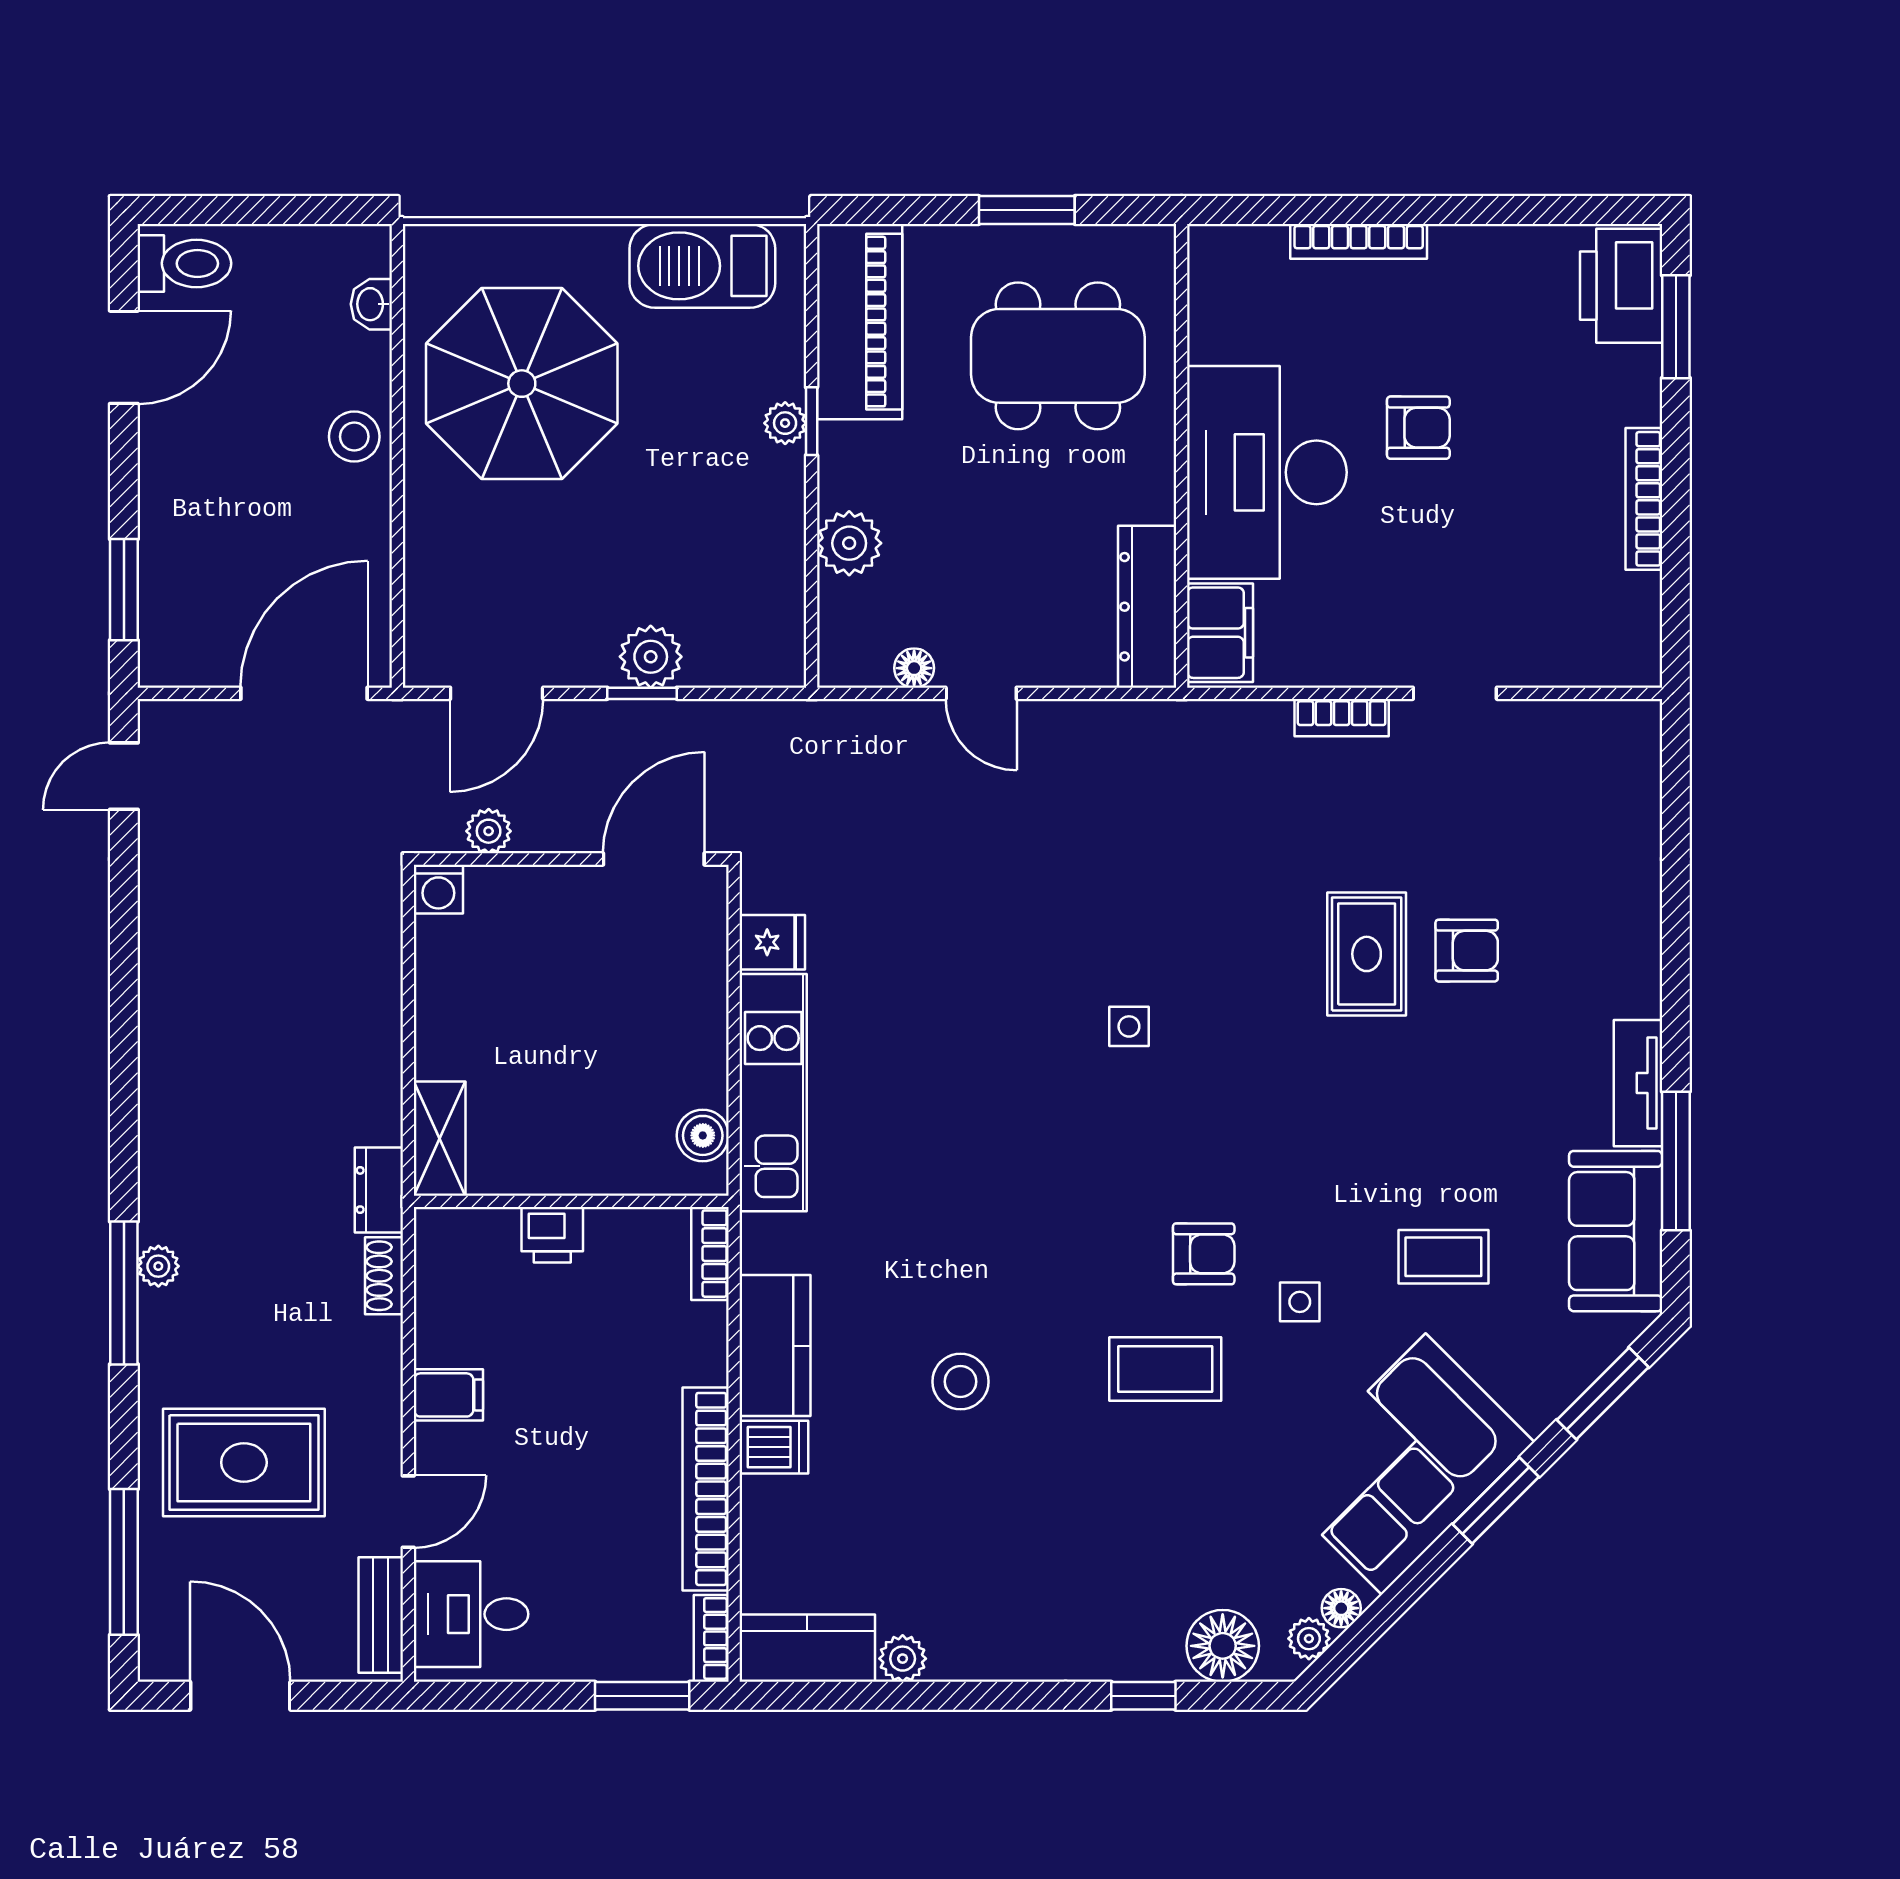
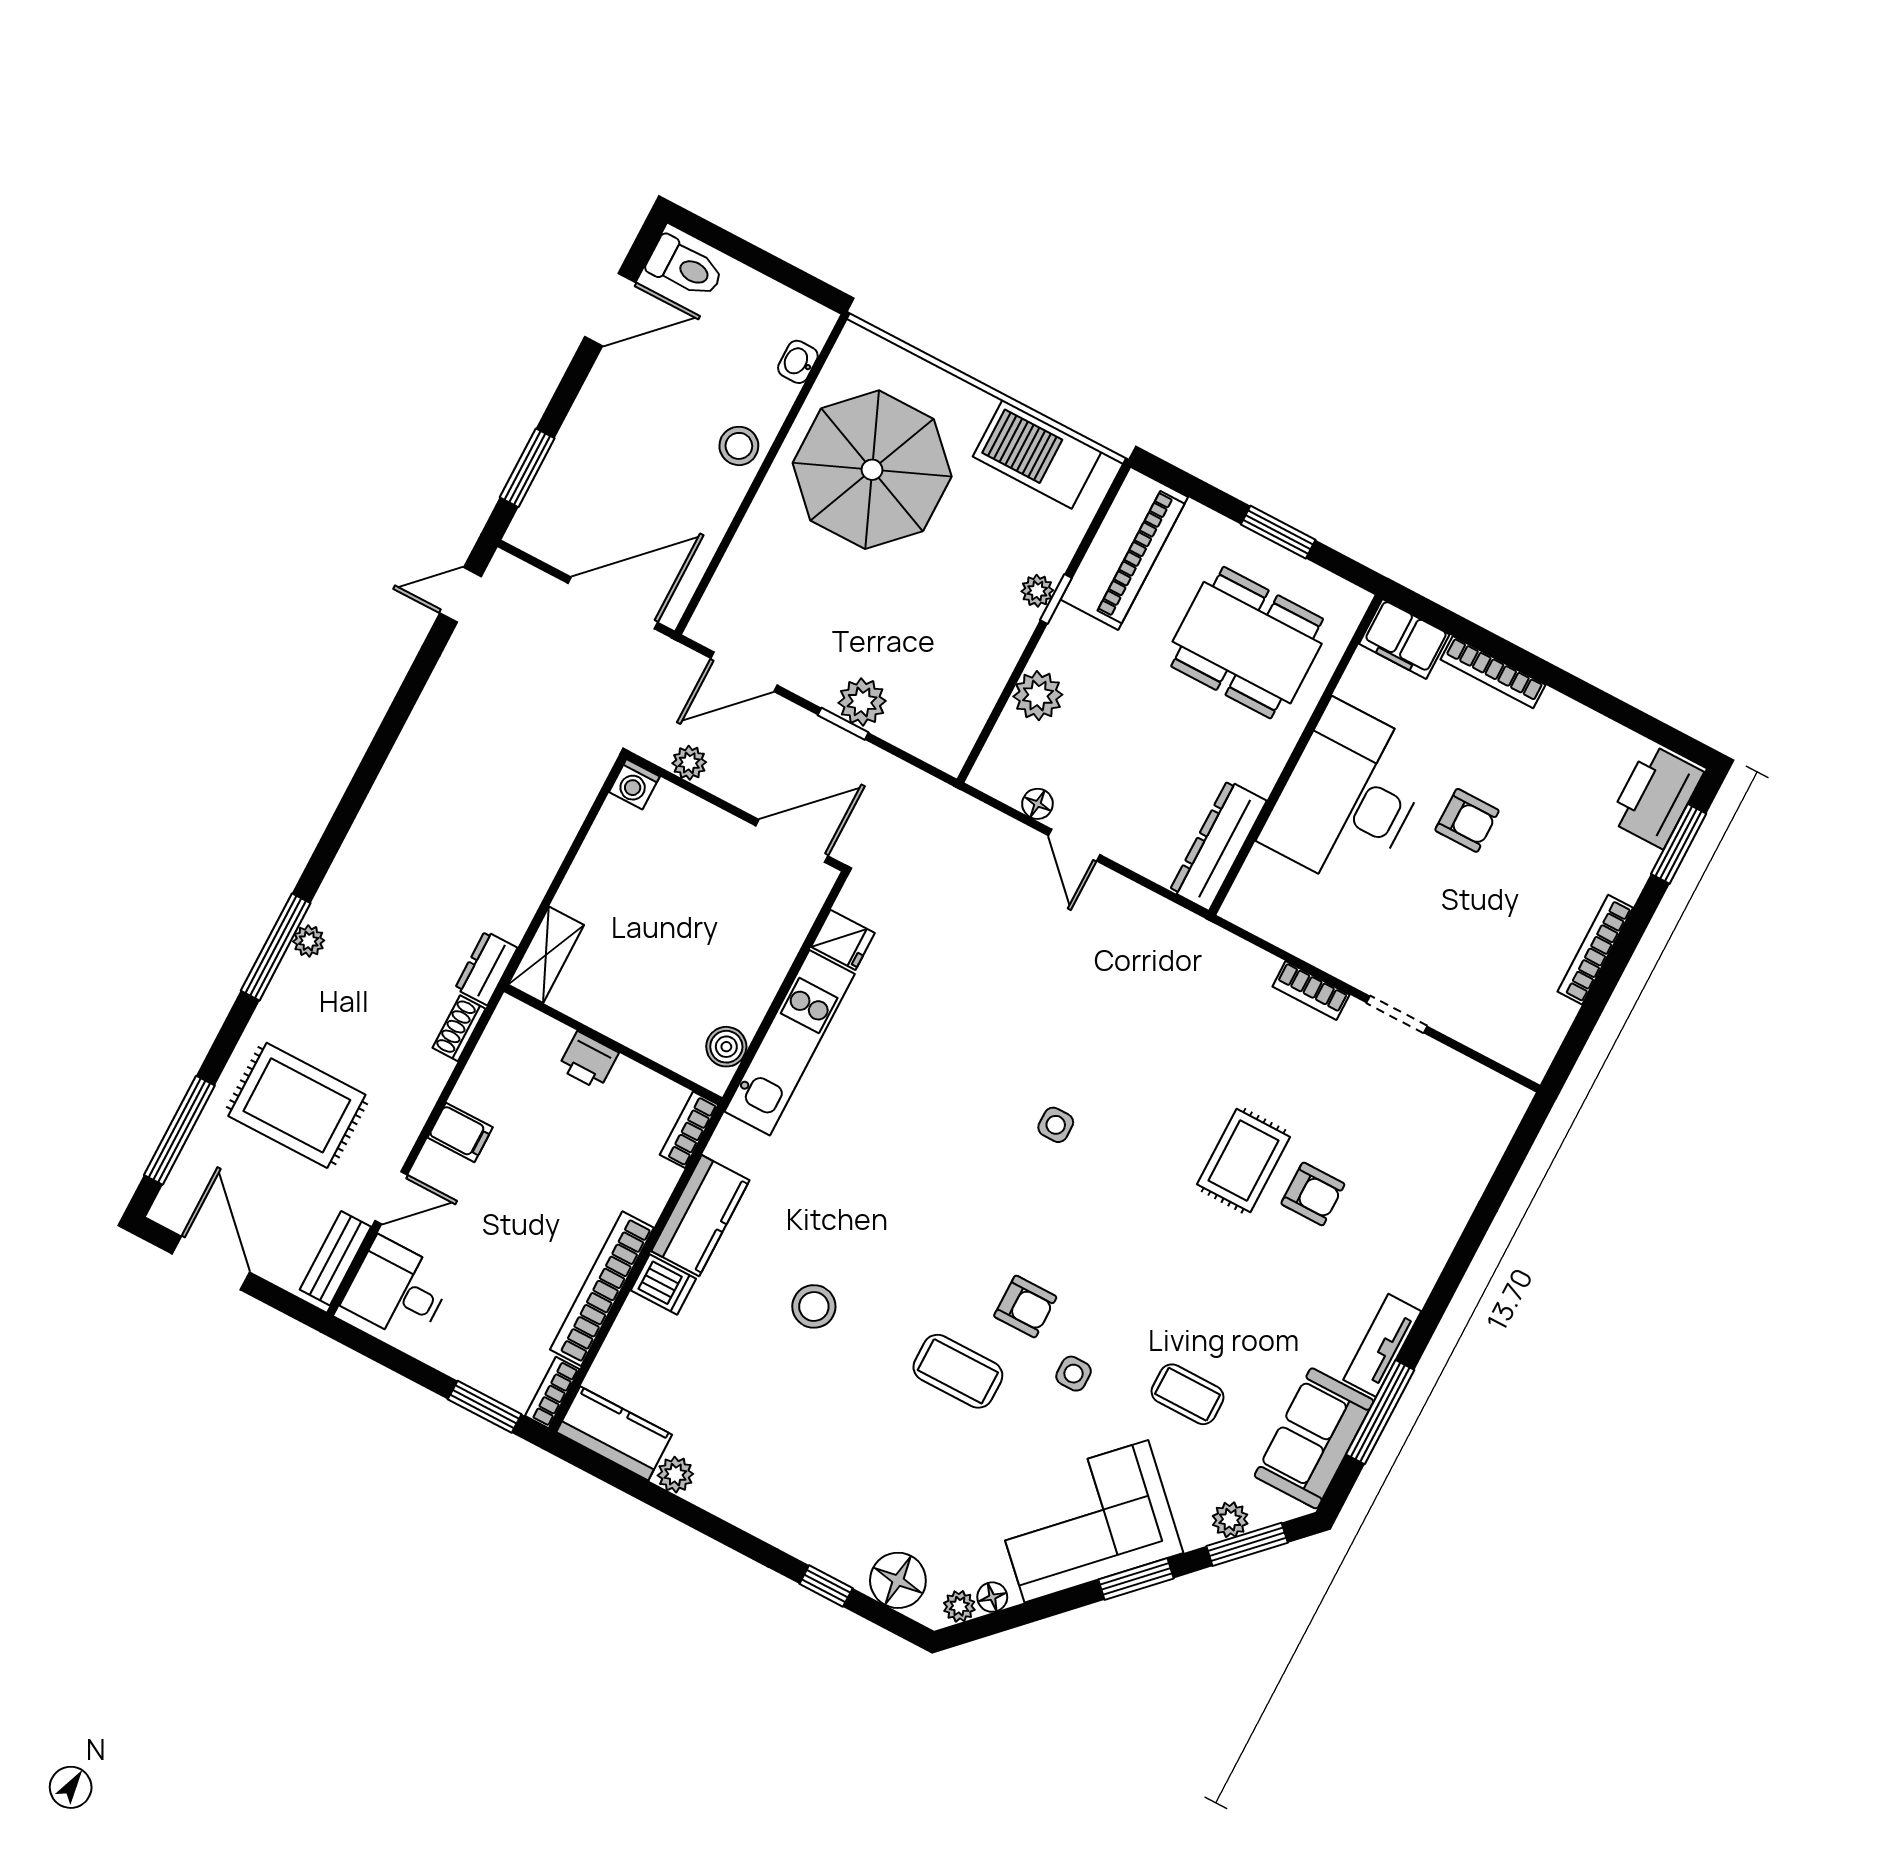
filing cabinet: (1220, 633) -> (1404, 639), moved, turned 90
plant: (1568, 1375) -> (1230, 1520), added

